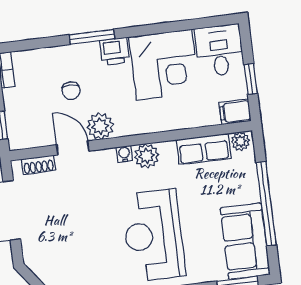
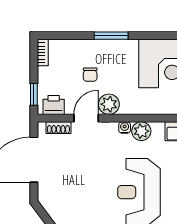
printer: (115, 51) -> (54, 105), moved, turned 180
door: (73, 148) -> (86, 118), hinge flipped

